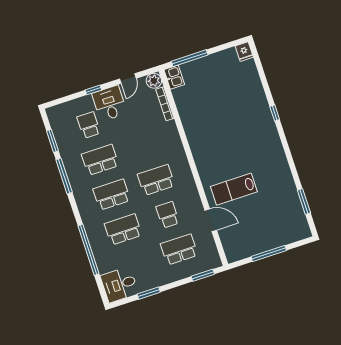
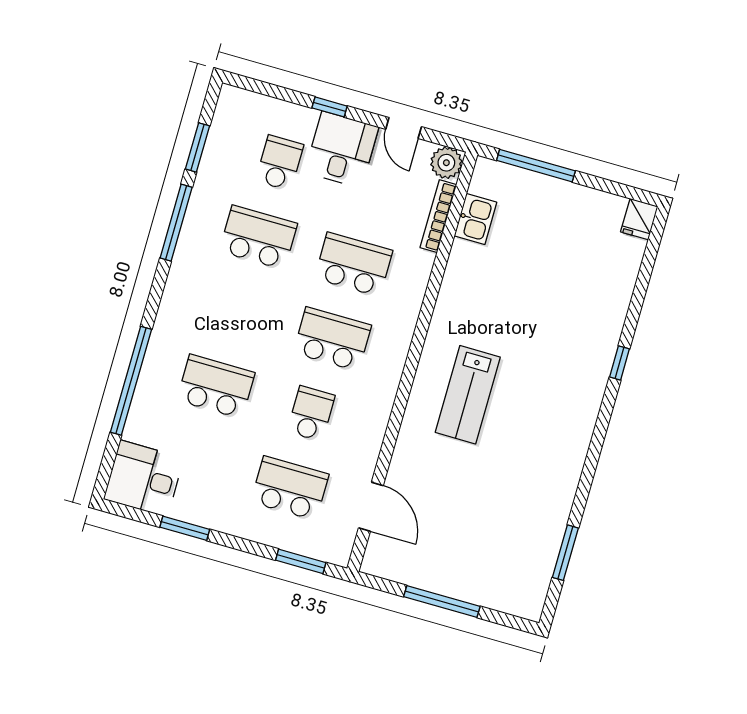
kitchen sink: (174, 77) -> (475, 219), moved
door: (128, 79) -> (404, 128), hinge flipped
lab bench: (234, 189) -> (468, 395), moved, turned -90
school desk: (112, 195) -> (353, 264), moved
door: (211, 220) -> (371, 507), moved

